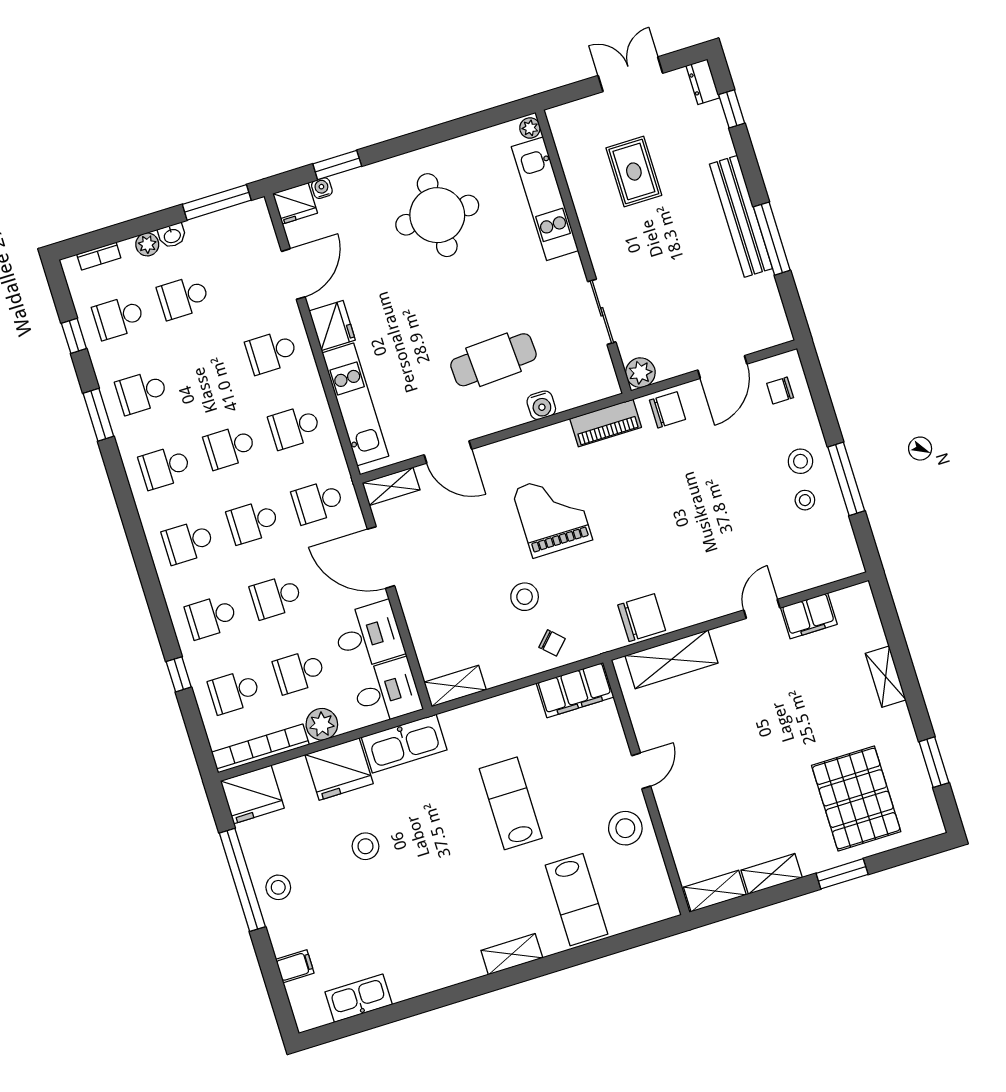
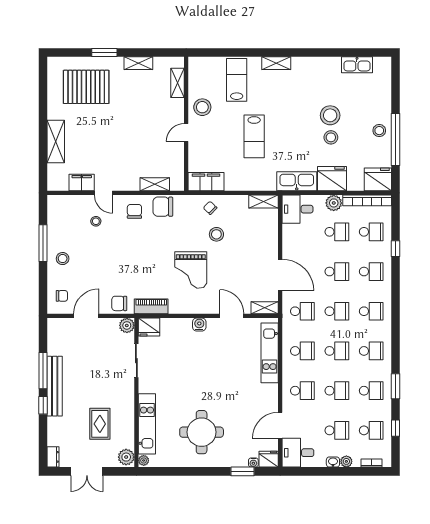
window: (732, 109) -> (43, 405), moved
plant: (565, 124) -> (126, 457), added
window: (217, 202) -> (306, 471), removed
fridge: (332, 326) -> (149, 327), moved, turned -90
cafe table: (493, 360) -> (196, 354), removed
school desk: (207, 372) -> (337, 391), added
water cooler: (541, 405) -> (199, 325), moved
stool: (805, 500) -> (96, 221), moved
chair: (693, 592) -> (134, 211), added
door: (762, 609) -> (103, 193), hinge flipped
desk: (368, 635) -> (298, 453), moved
shelving: (671, 659) -> (155, 184), width x0.67, depth x0.75
shelving: (886, 677) -> (56, 142), width x1.50, depth x1.33
window: (934, 762) -> (43, 93), removed
pallet: (856, 799) -> (86, 87), turned 90
stool: (380, 887) -> (330, 115), added
shelving: (715, 891) -> (177, 83), moved, turned 90
filing cabinet: (295, 966) -> (383, 90), removed

